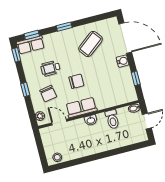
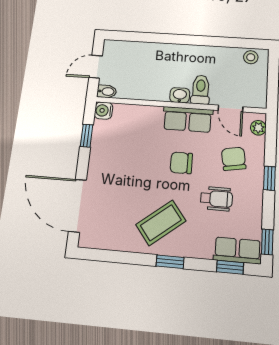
coffee table: (91, 44) -> (161, 223), moved
water cooler: (123, 61) -> (103, 111), moved
toilet: (112, 119) -> (201, 90), moved

